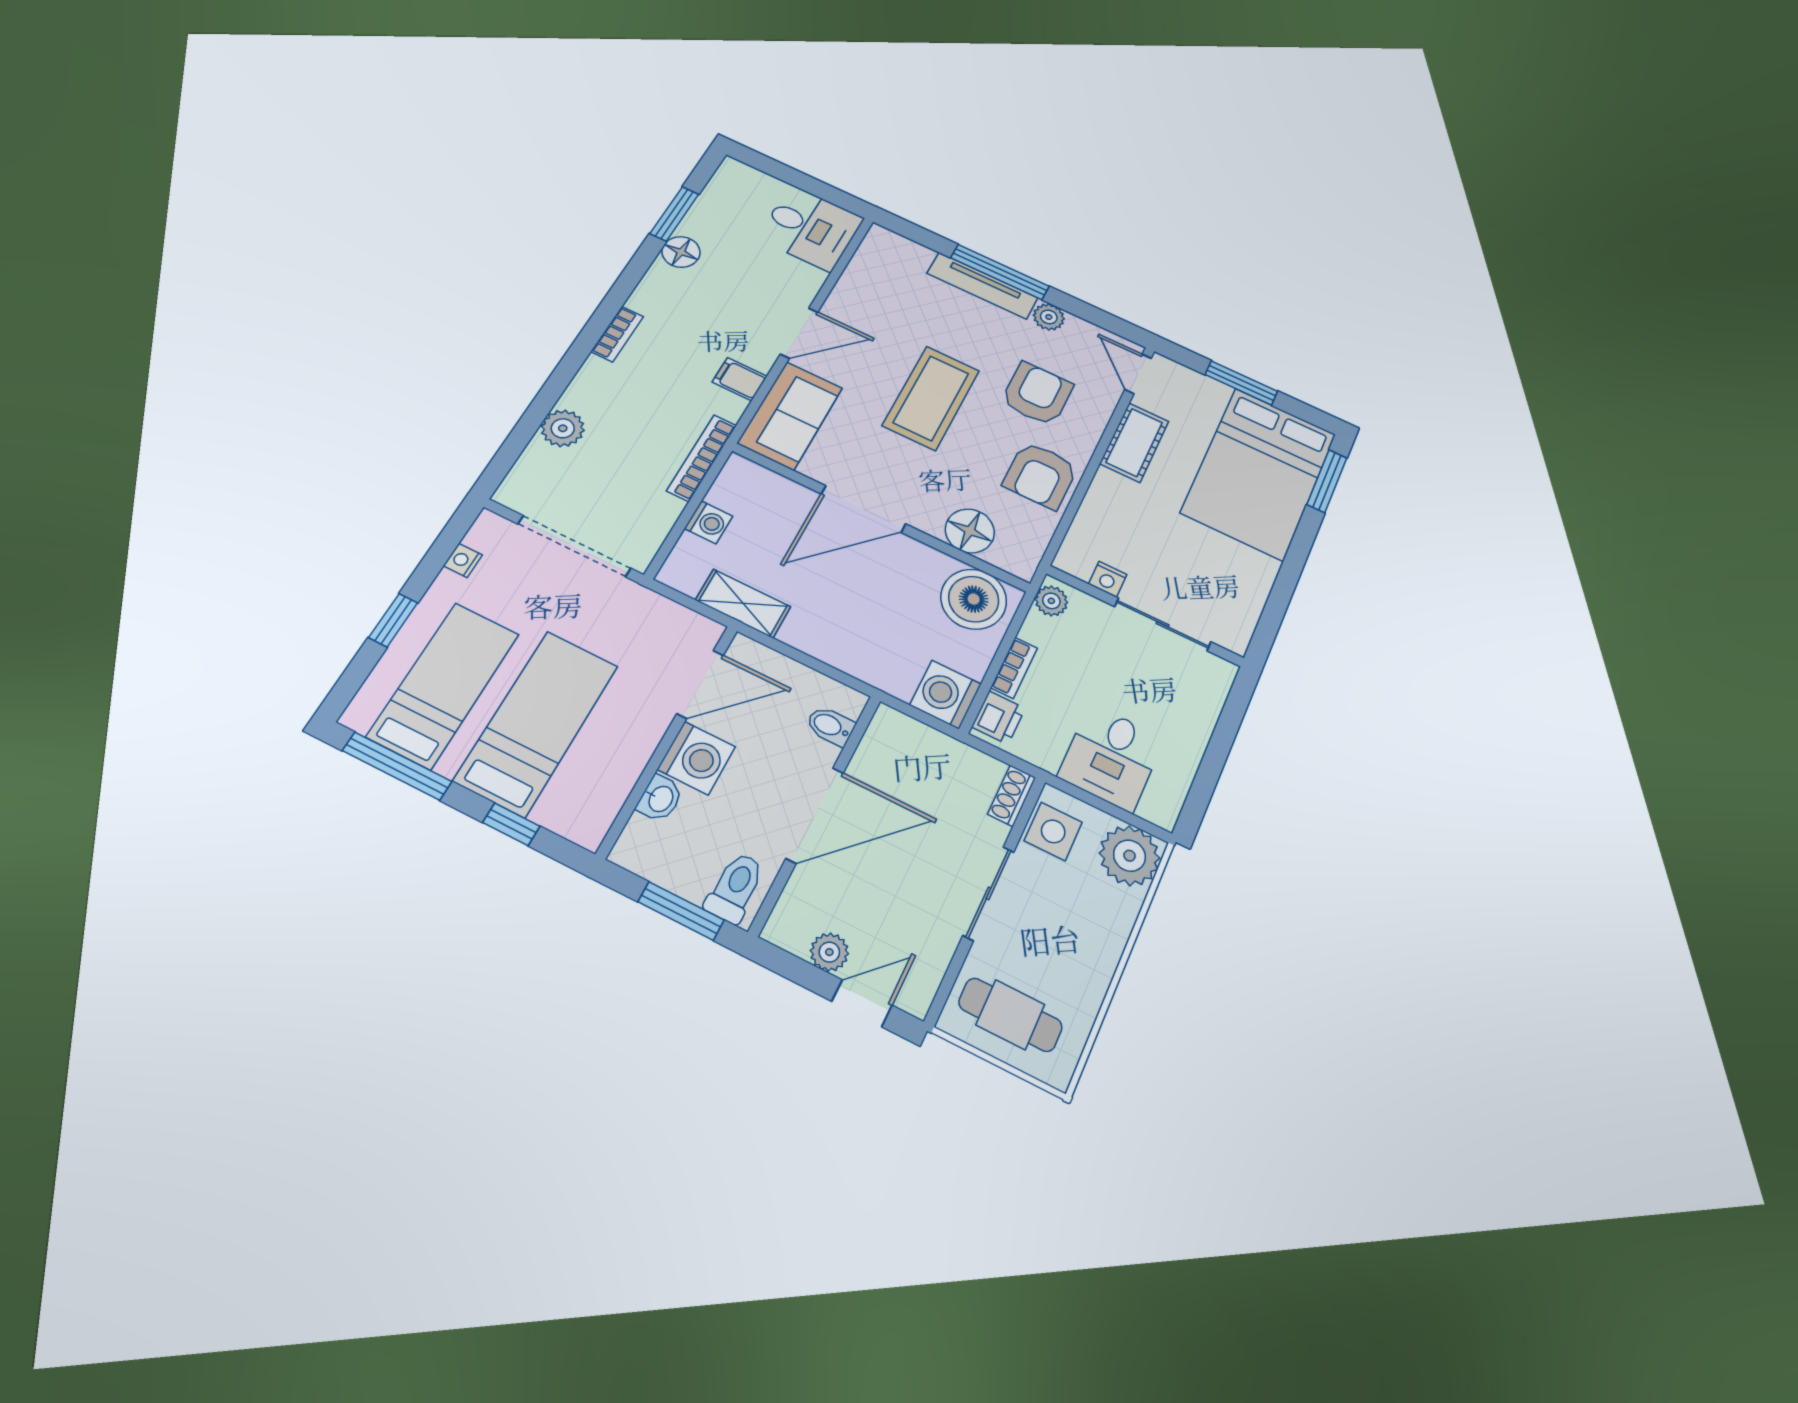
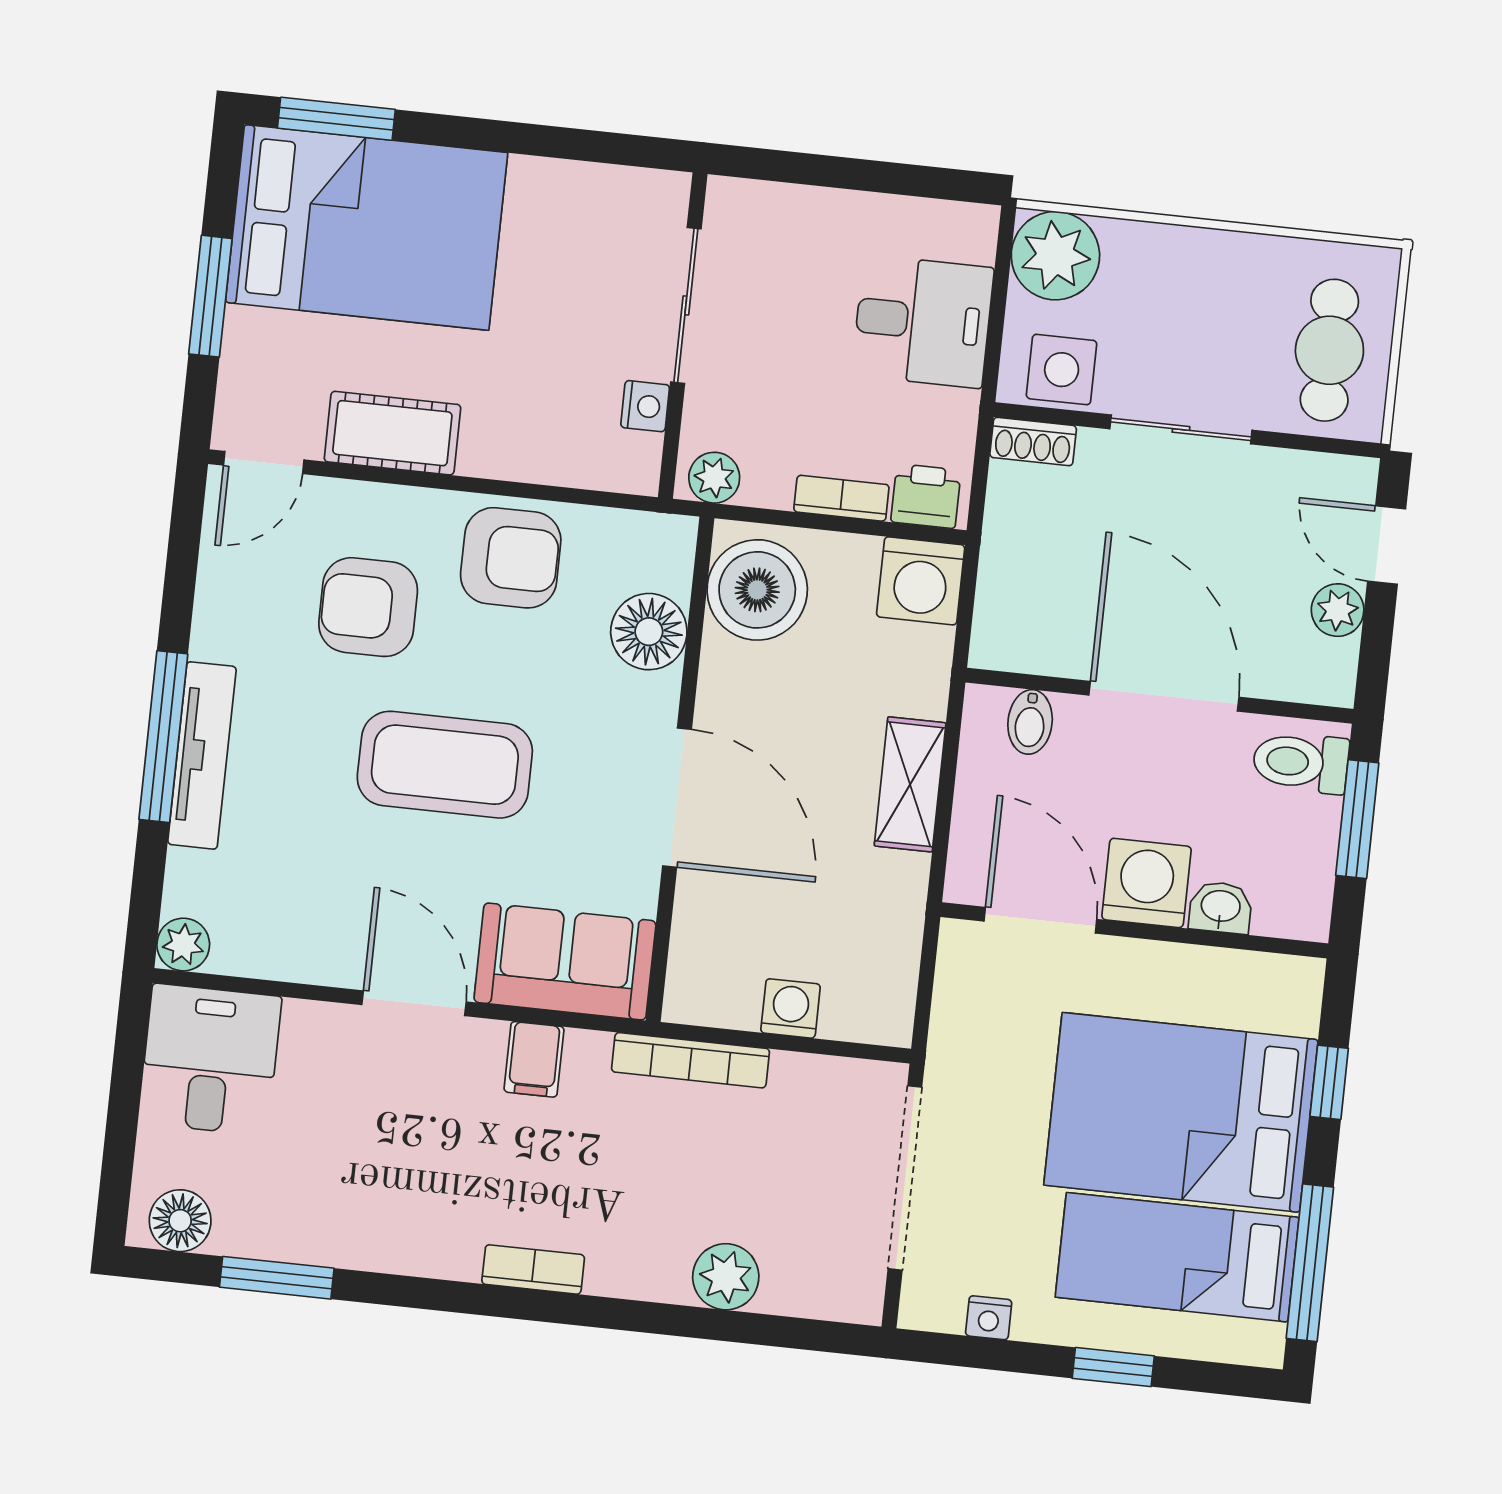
floor lamp: (681, 252) -> (180, 1221), moved
plant: (1049, 317) -> (183, 945), moved
shelving: (743, 603) -> (910, 784), moved
bed: (537, 723) -> (1181, 1112), width x1.50

